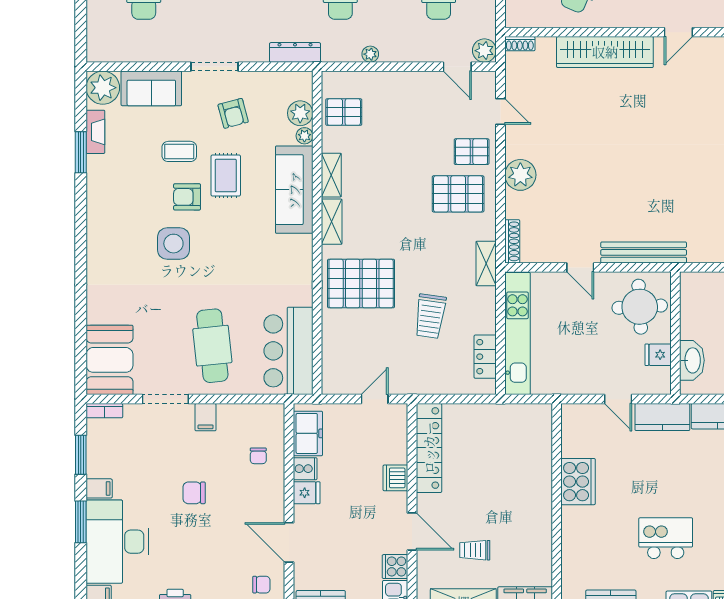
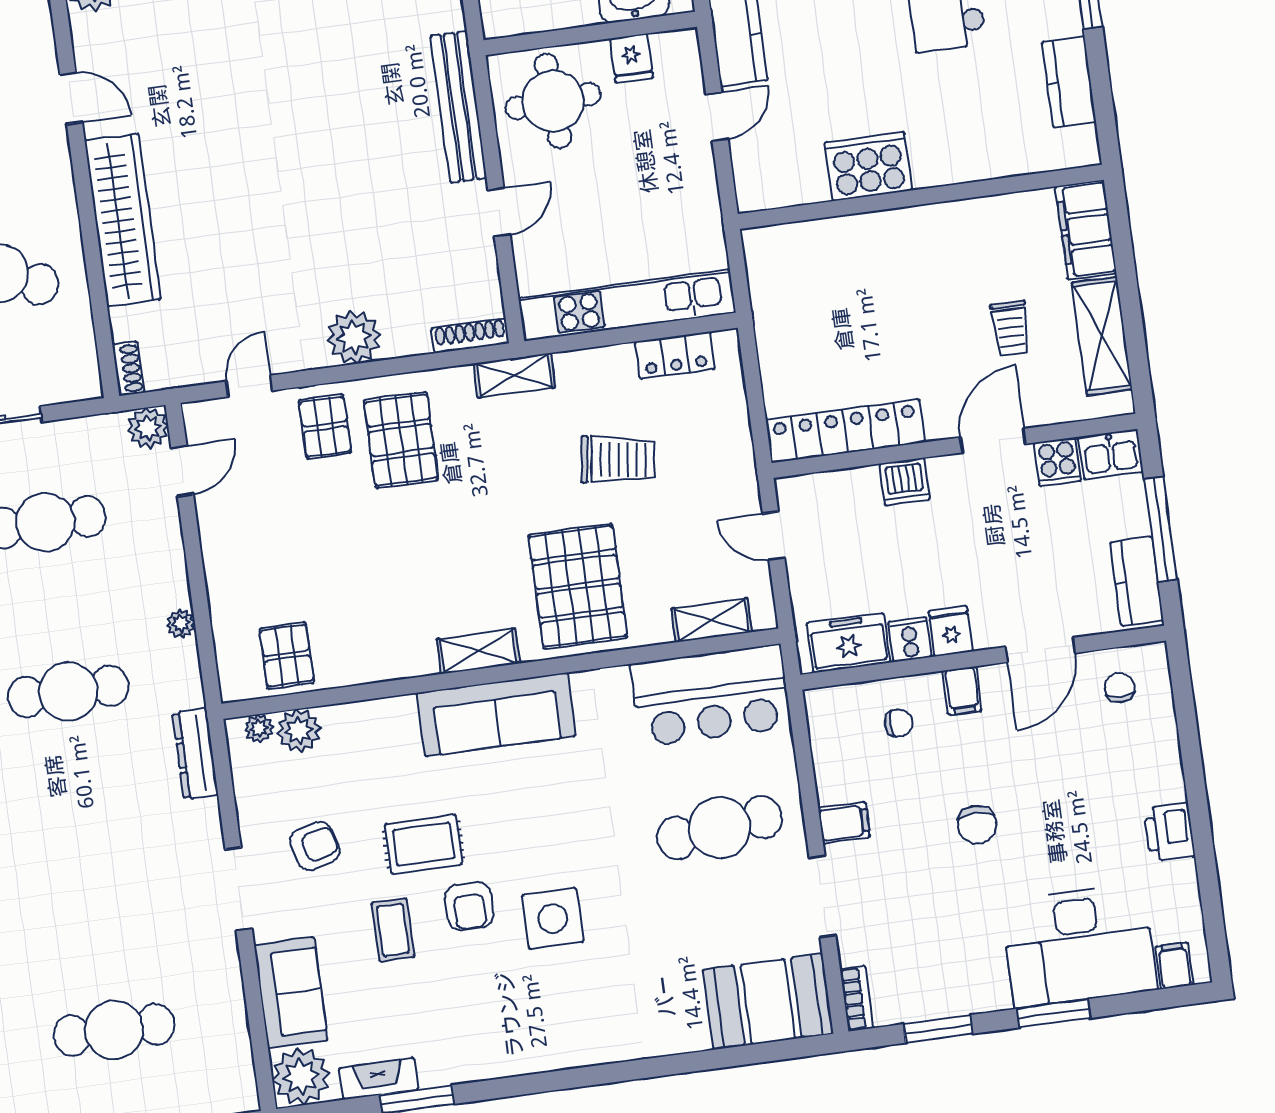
plant: (304, 136) -> (259, 728), moved
shelving: (331, 175) -> (712, 620), moved
sofa: (294, 190) -> (496, 715), moved
filing cabinet: (99, 488) -> (962, 691), moved, turned 180

